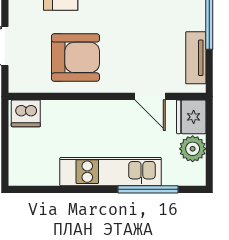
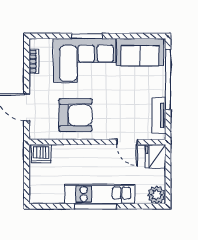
plant: (193, 149) -> (156, 195), moved
window: (148, 189) -> (96, 206), moved

